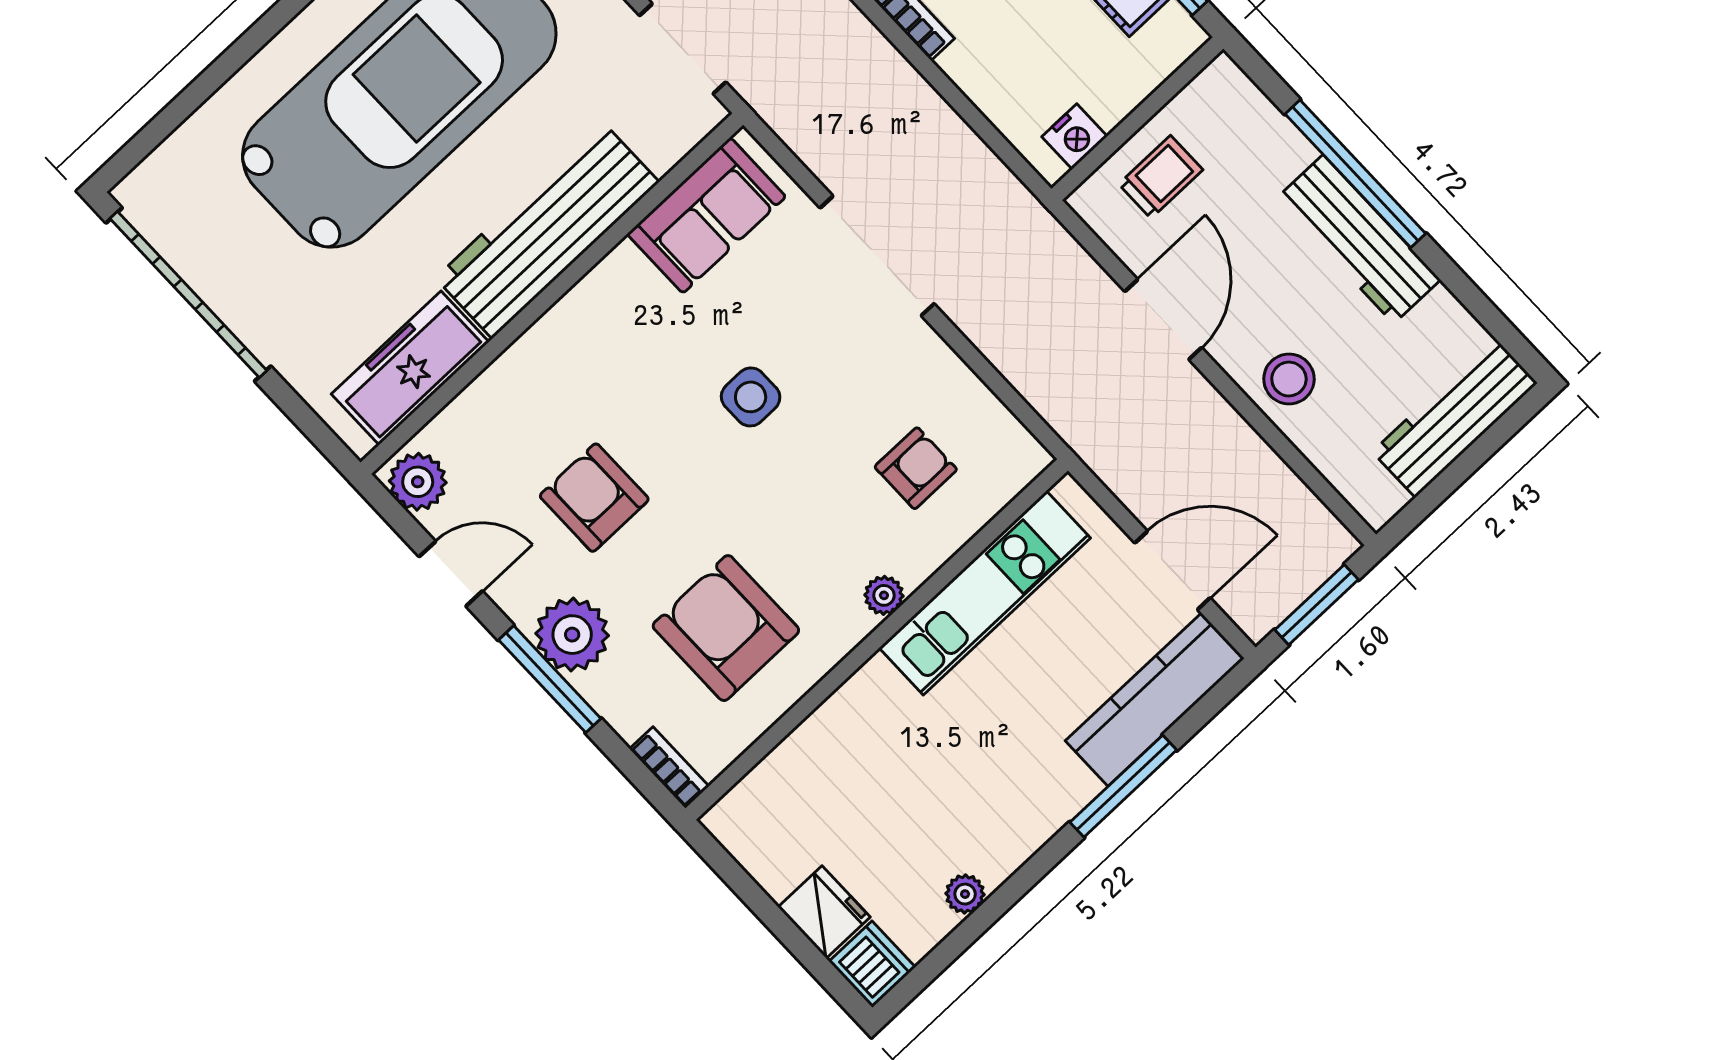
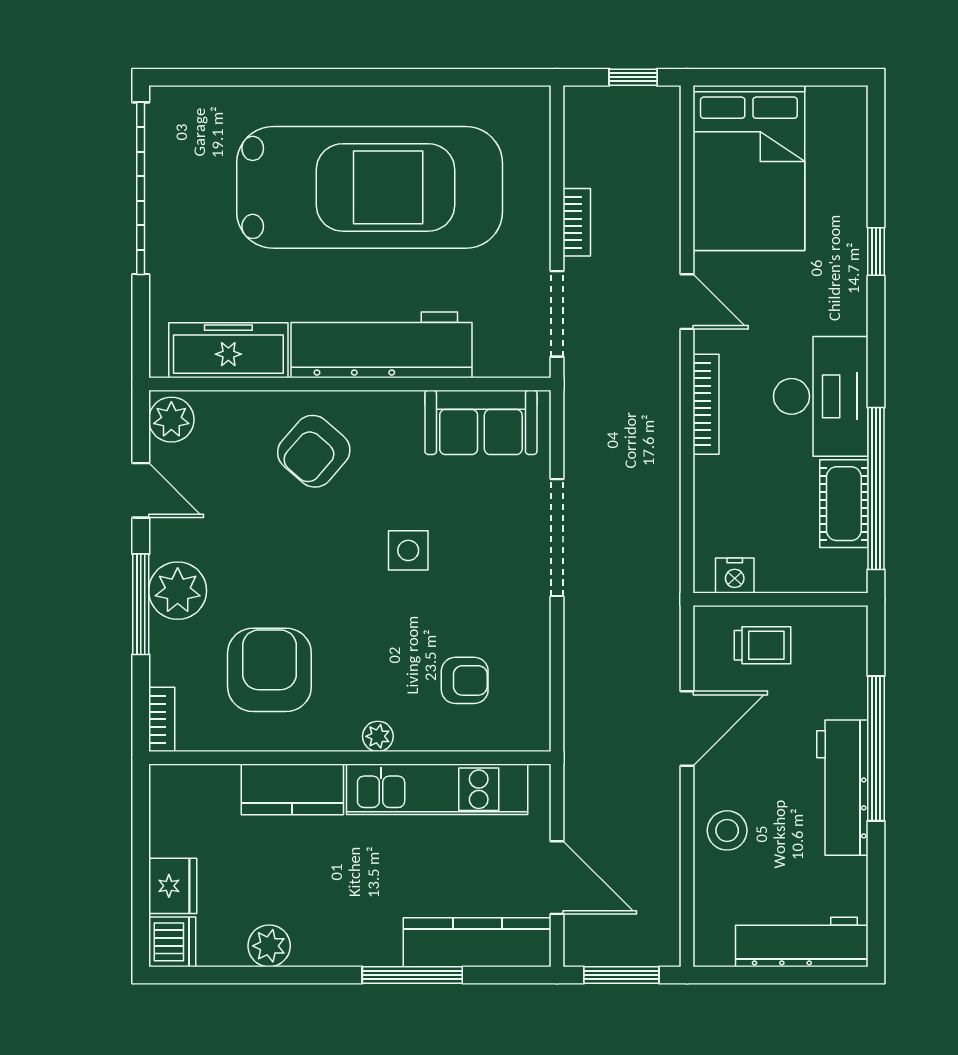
armchair: (594, 498) -> (314, 451), moved, turned -139
kitchen counter: (851, 719) -> (292, 789), added
plant: (965, 894) -> (269, 946), width x1.38, depth x1.38

